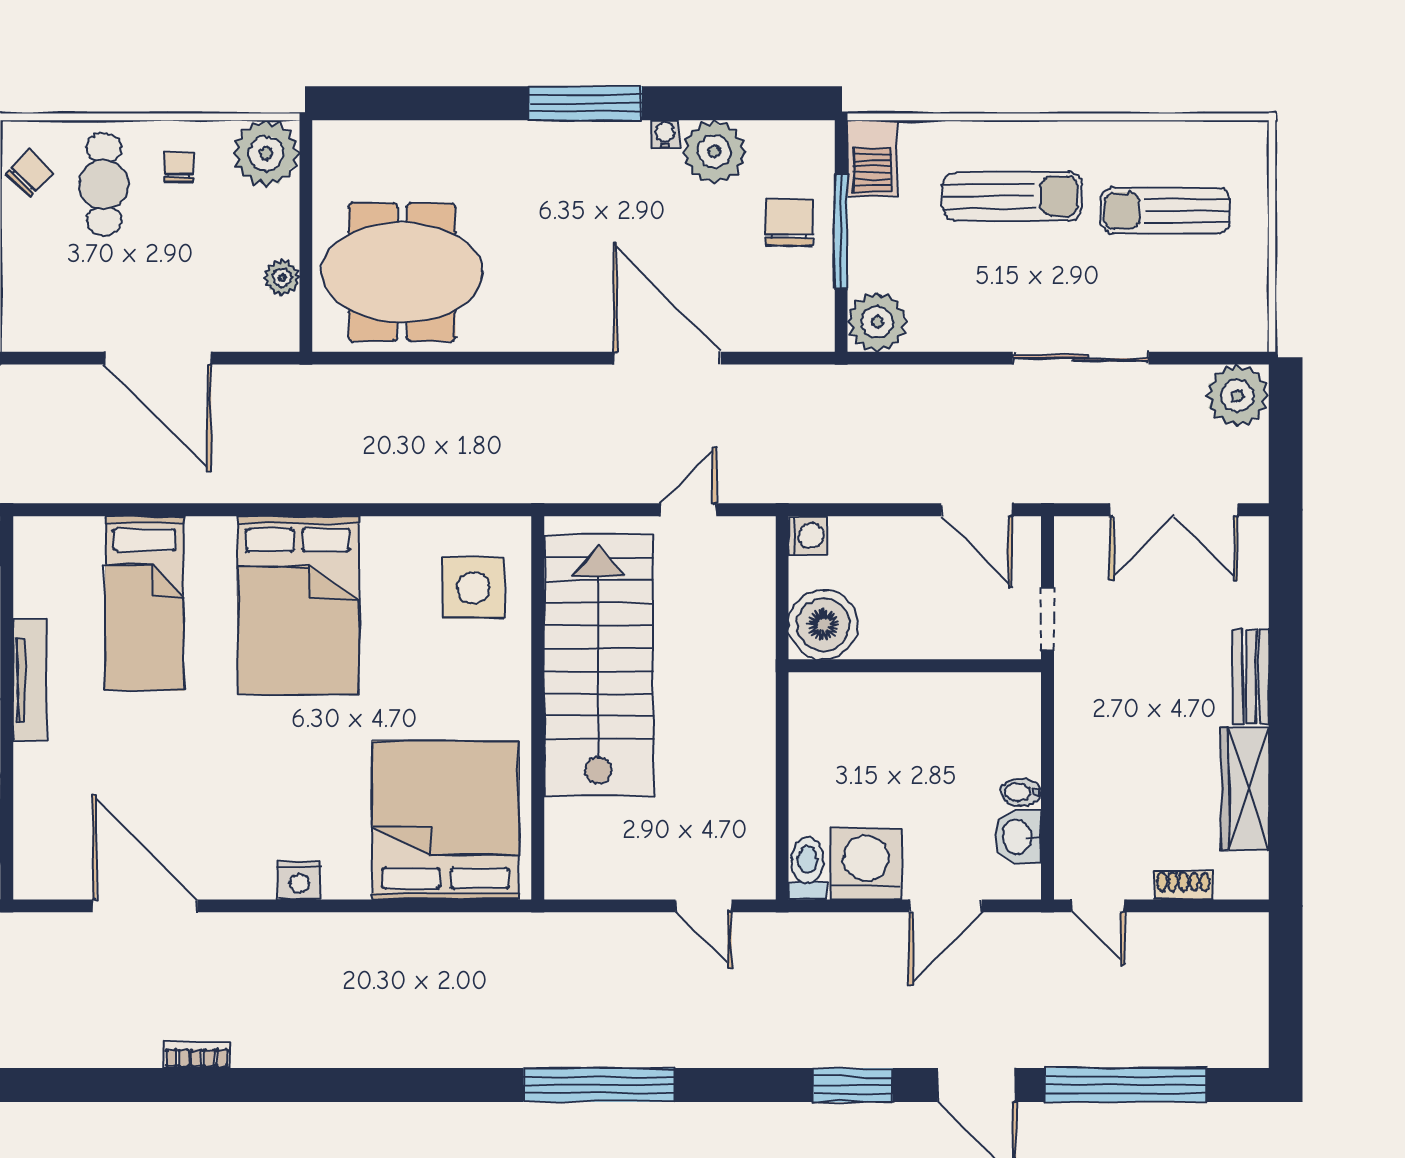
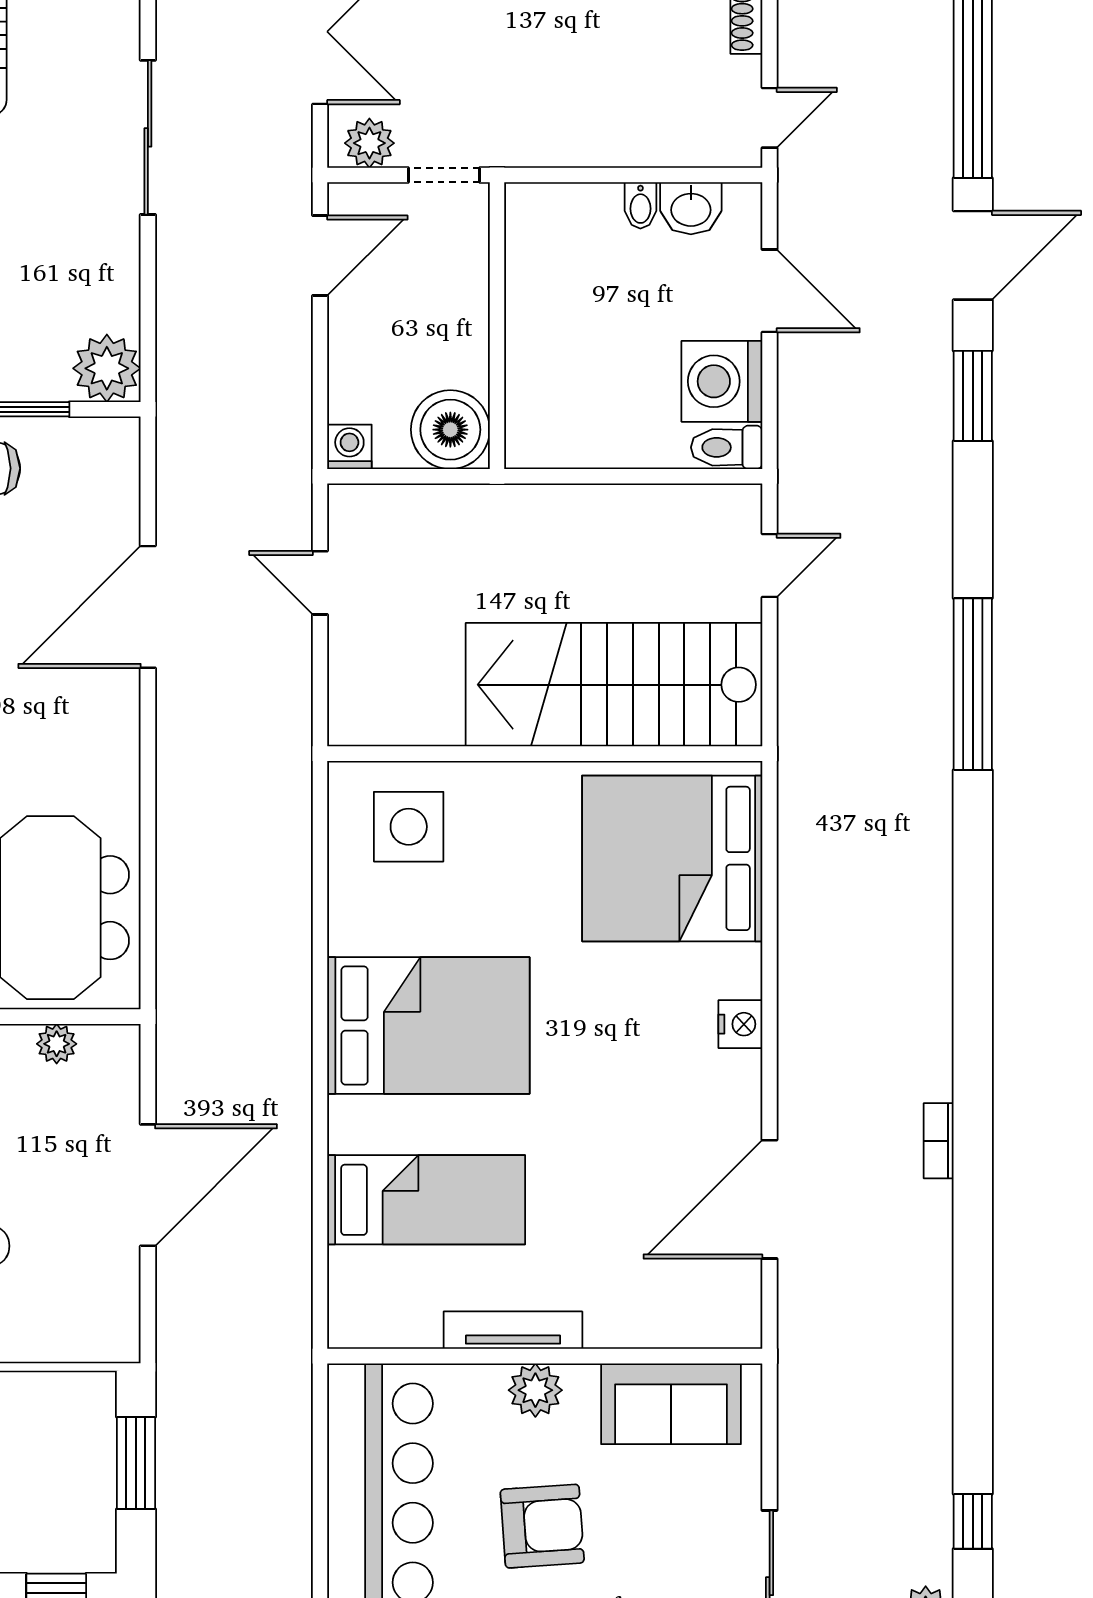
plant: (1076, 553) -> (369, 143), added
stairs: (598, 665) -> (614, 685), moved

